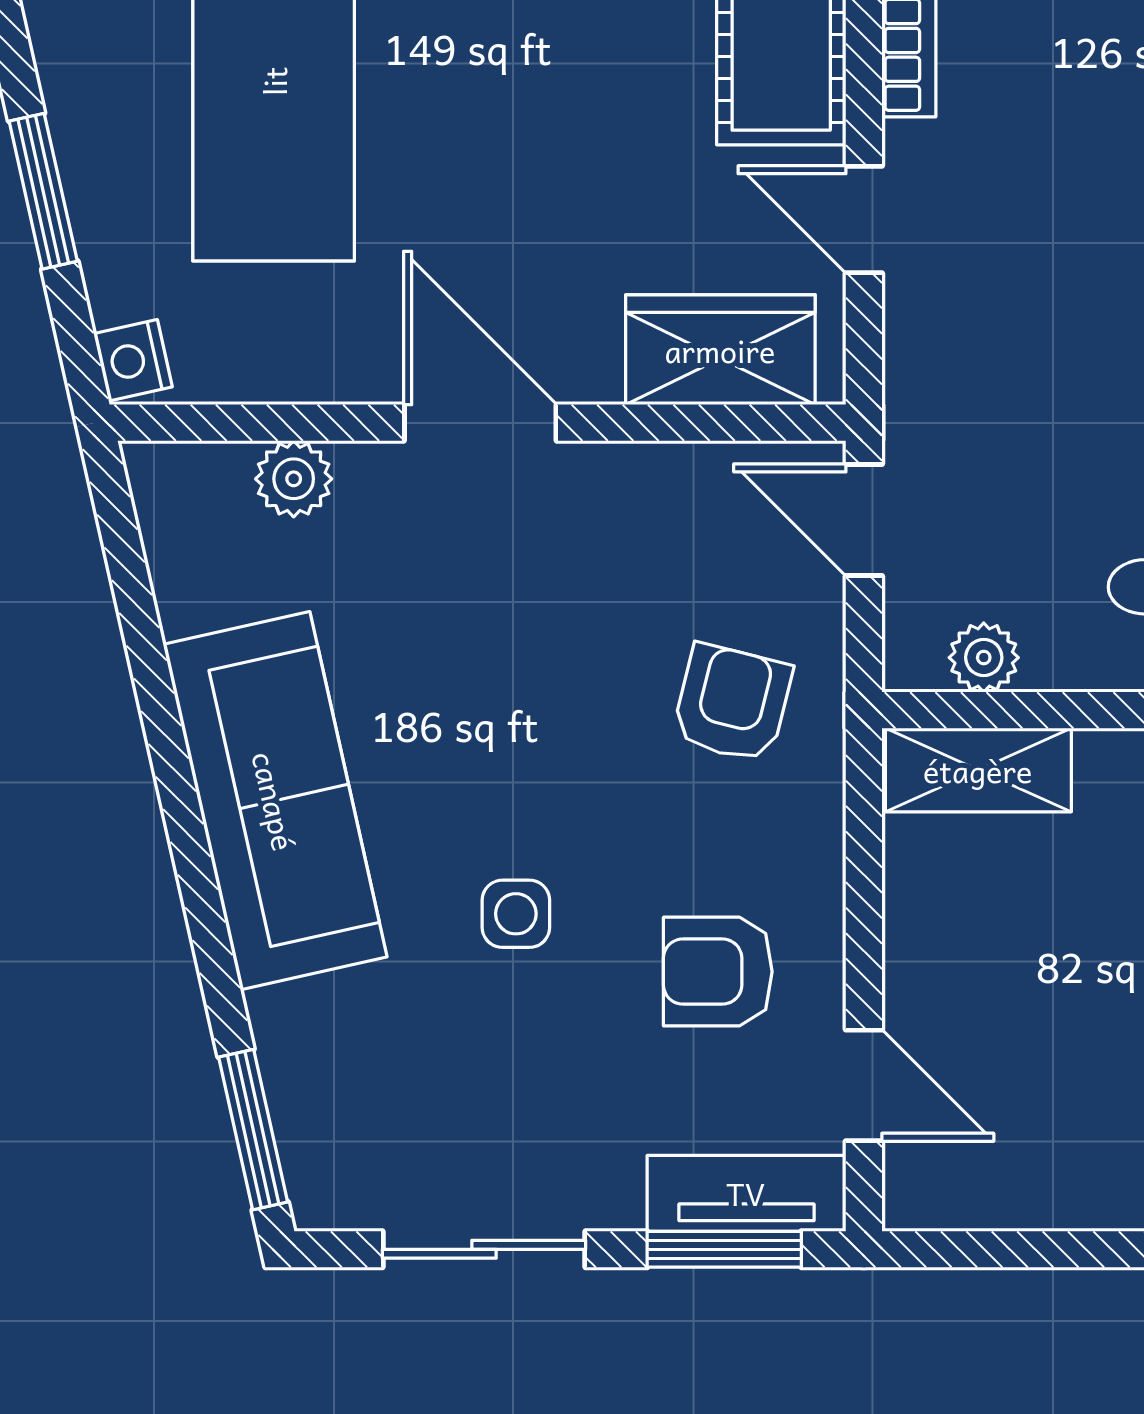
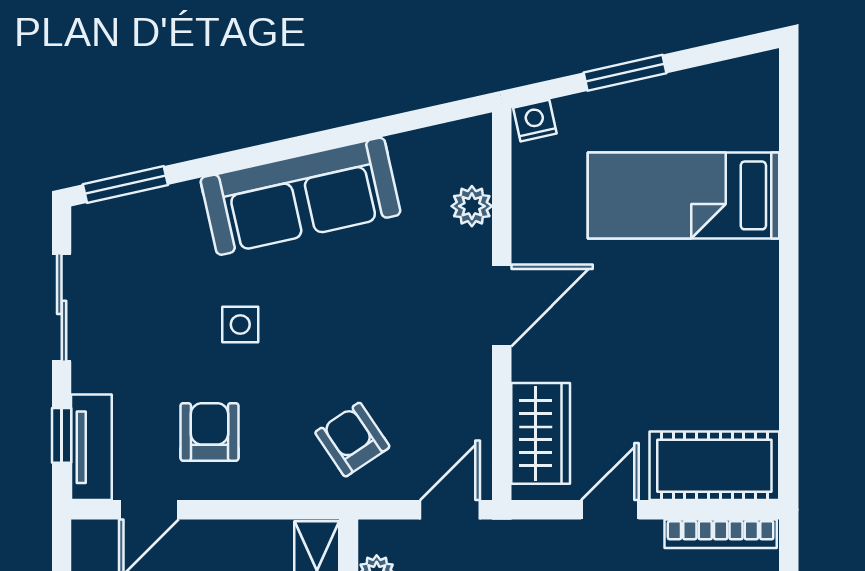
armchair: (732, 703) -> (352, 440), turned -138
window: (724, 1249) -> (62, 435), width x0.67

